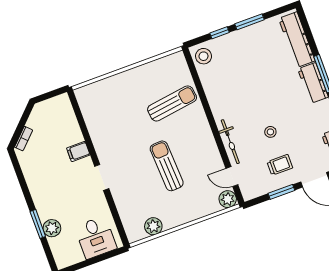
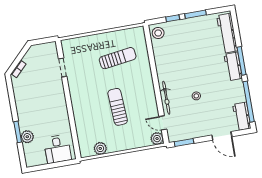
sun lounger: (172, 103) -> (118, 58), moved
filing cabinet: (78, 151) -> (56, 85), removed
trolley: (280, 165) -> (199, 121), removed
doorway: (102, 177) -> (63, 67), moved
window: (281, 192) -> (184, 142), moved

